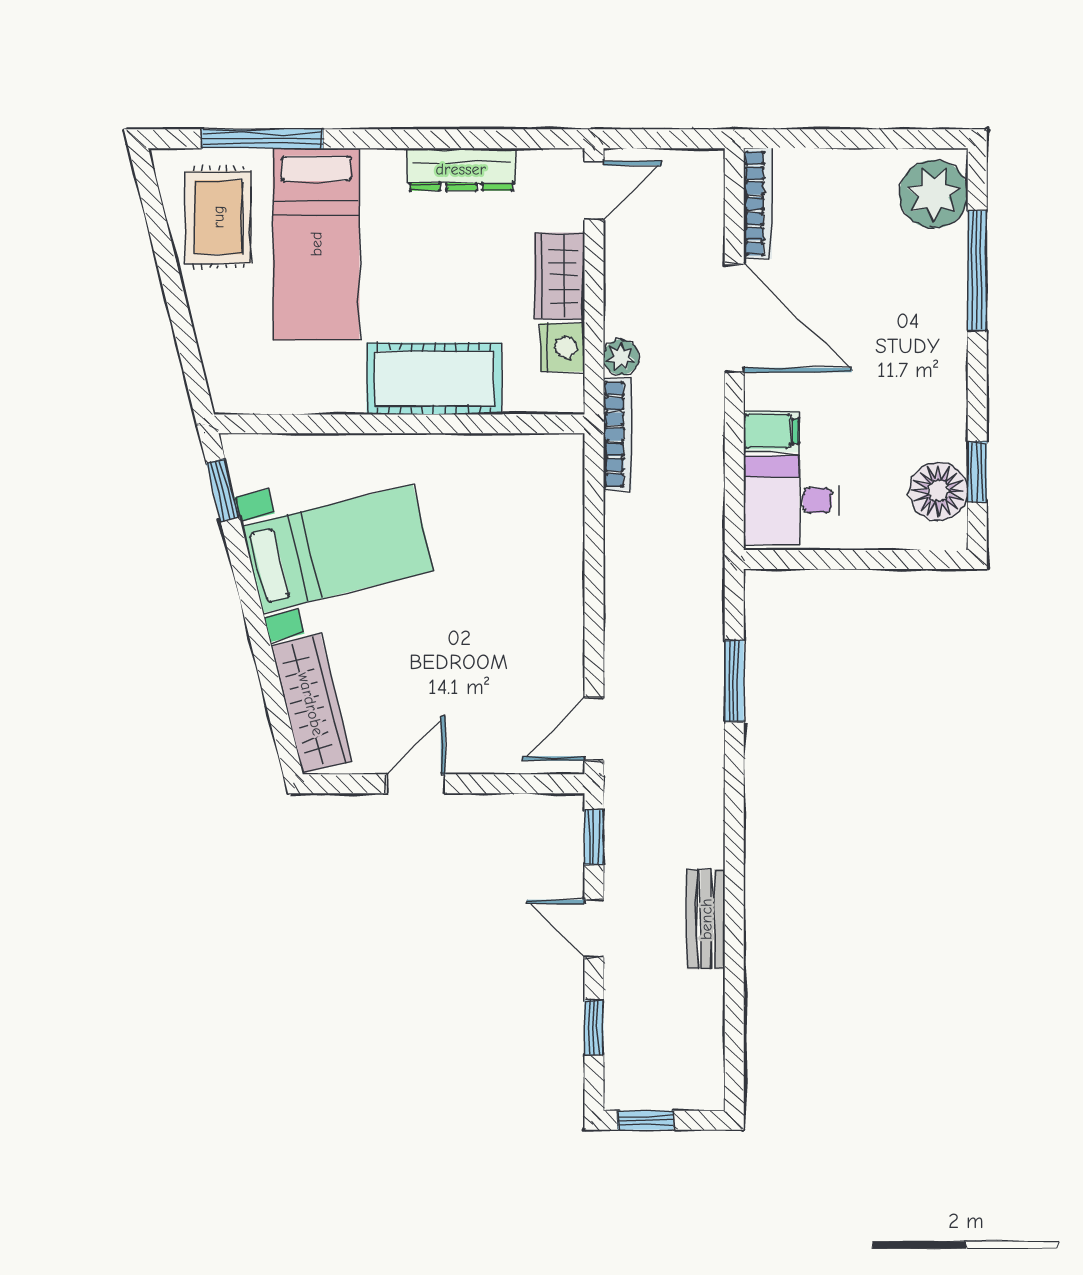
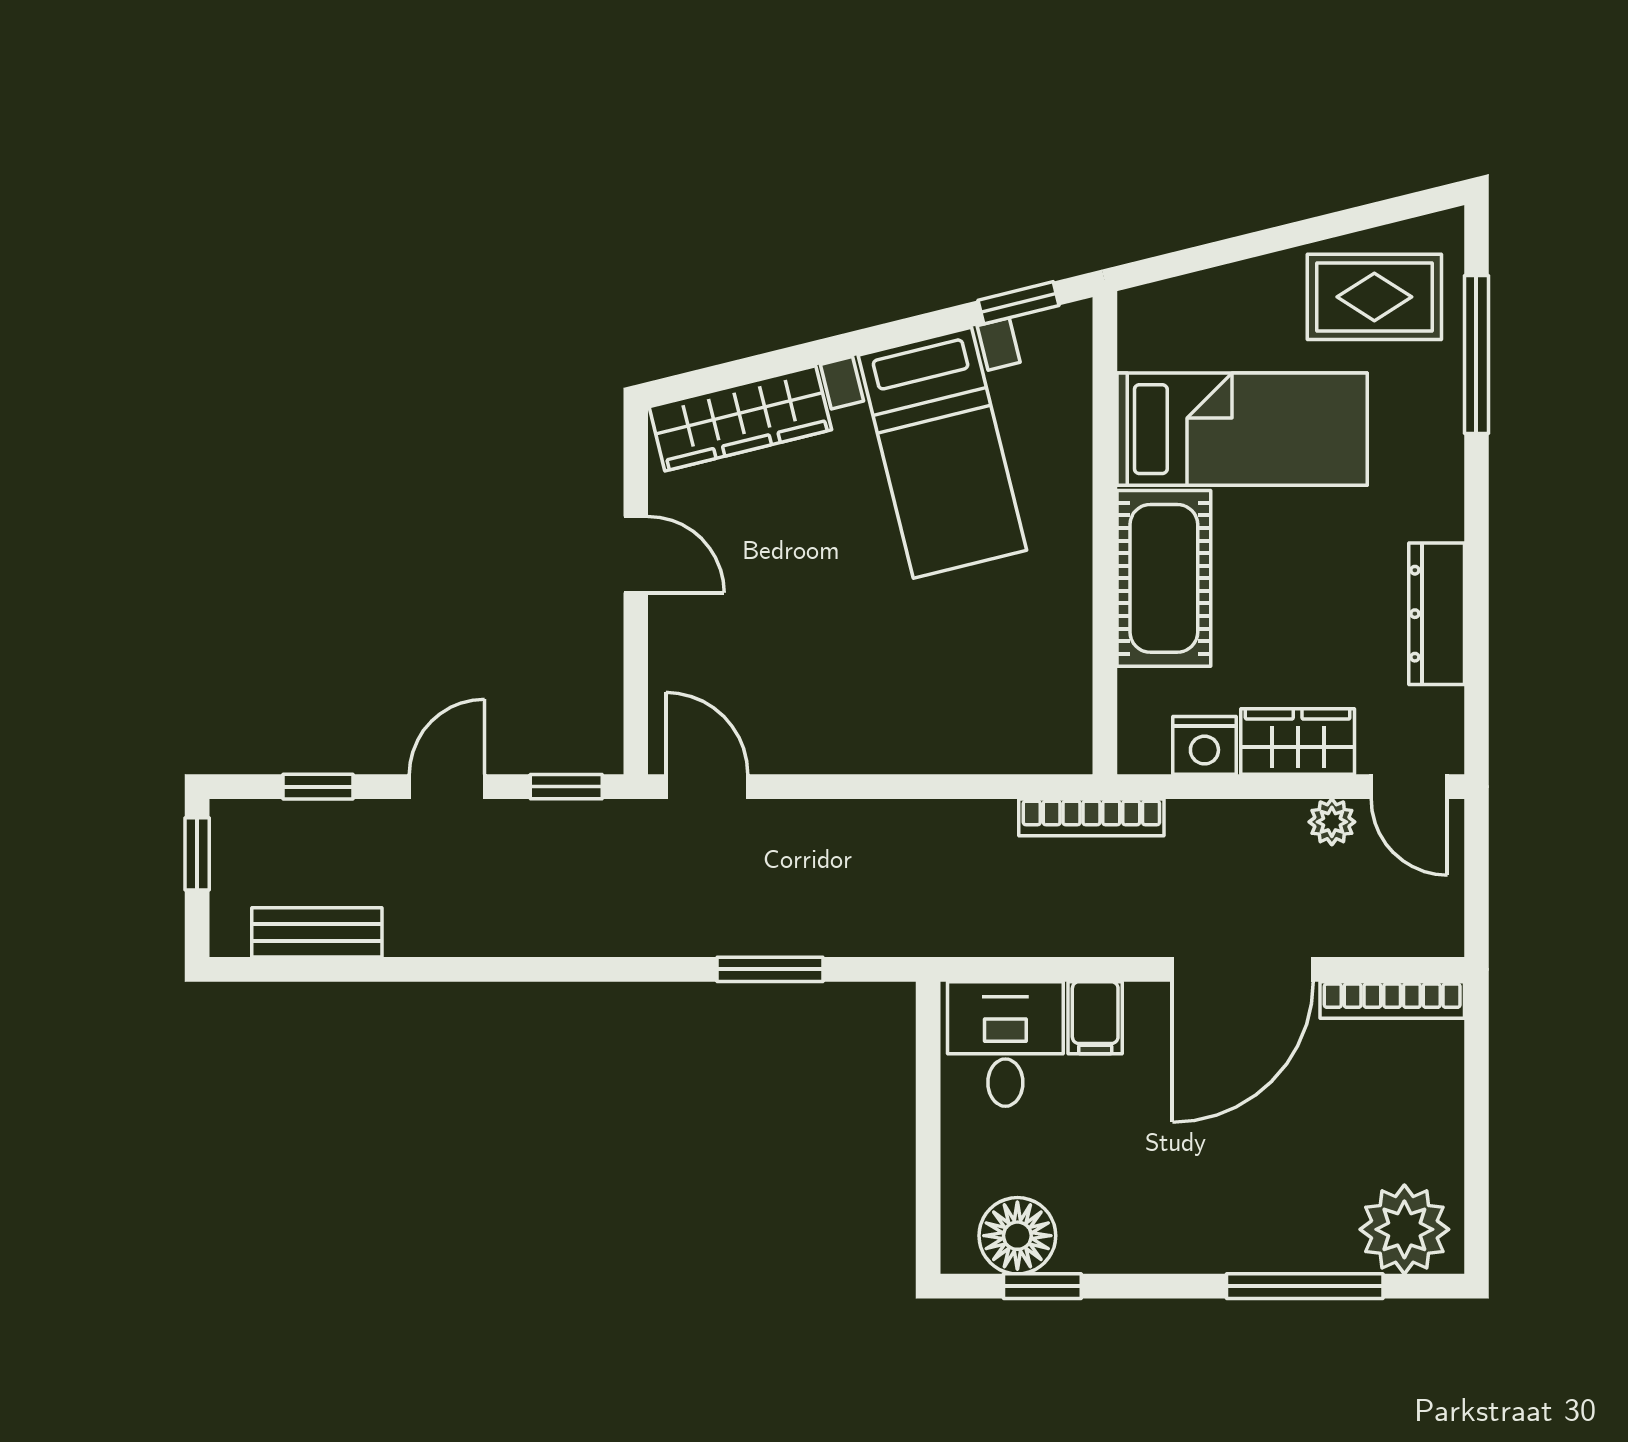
bed: (316, 244) -> (1242, 429), moved, turned 180
plant: (621, 357) -> (1332, 822), moved
bench: (706, 919) -> (317, 932), moved

